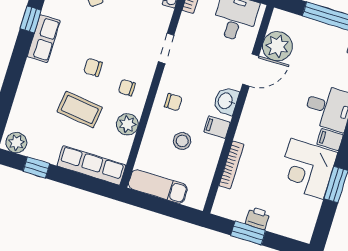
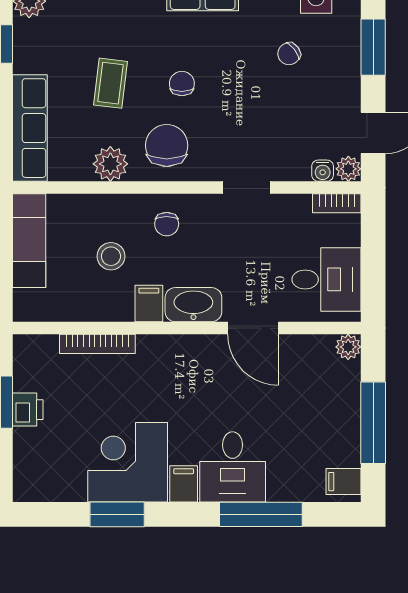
plant: (277, 46) -> (348, 347), moved, width x0.53, depth x0.53
chair: (127, 88) -> (167, 145), width x1.87, depth x1.87
washbasin: (226, 101) -> (193, 305), width x1.38
coffee table: (80, 110) -> (111, 83), width x0.73, depth x0.77

